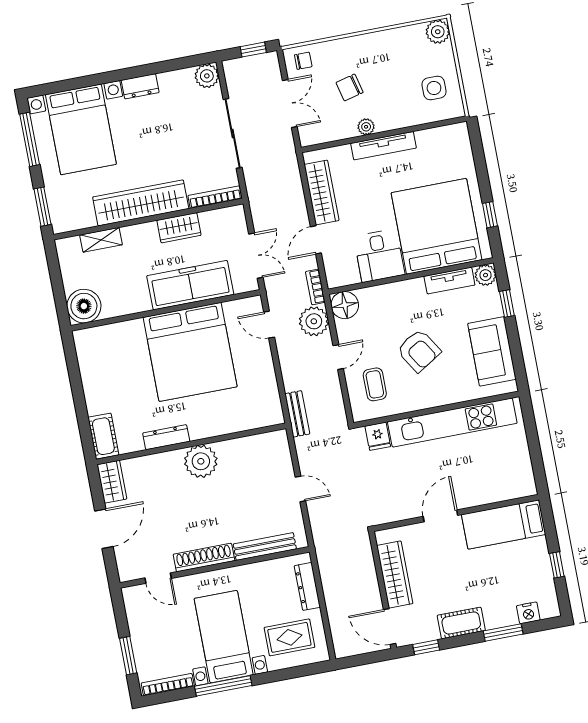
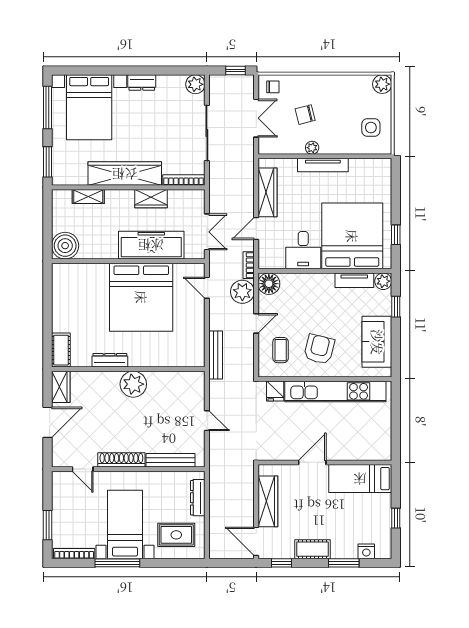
armchair: (419, 351) -> (319, 349), moved, turned -134
bench: (297, 414) -> (216, 355), width x1.36

